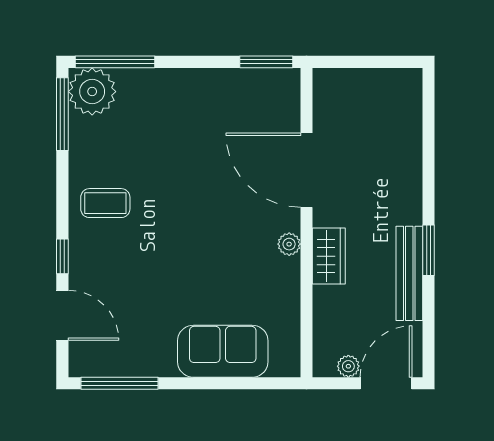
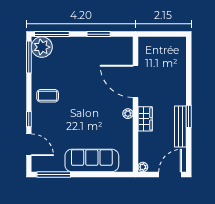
window: (266, 62) -> (99, 34), moved
sofa: (223, 351) -> (92, 160), width x1.36
plant: (348, 366) -> (143, 167), moved

